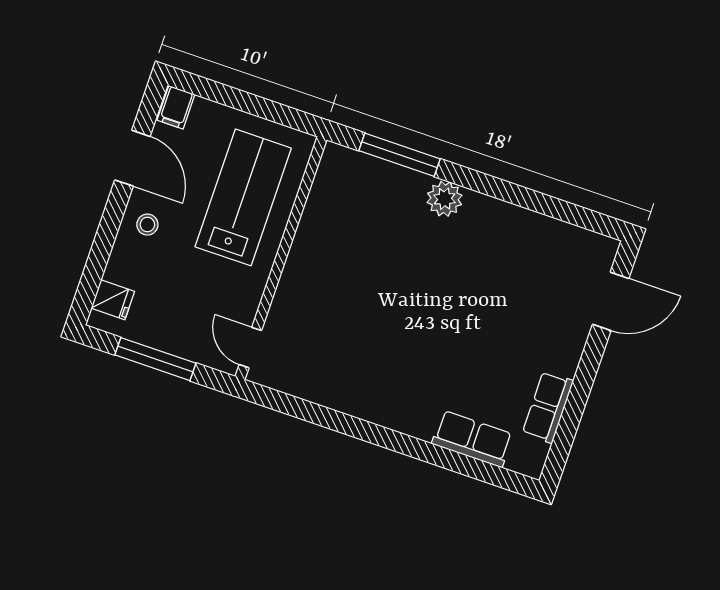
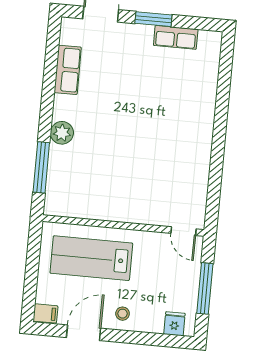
door: (250, 348) -> (183, 231), hinge flipped
window: (584, 380) -> (153, 19), added
row of seats: (472, 439) -> (68, 70), moved, turned 180

